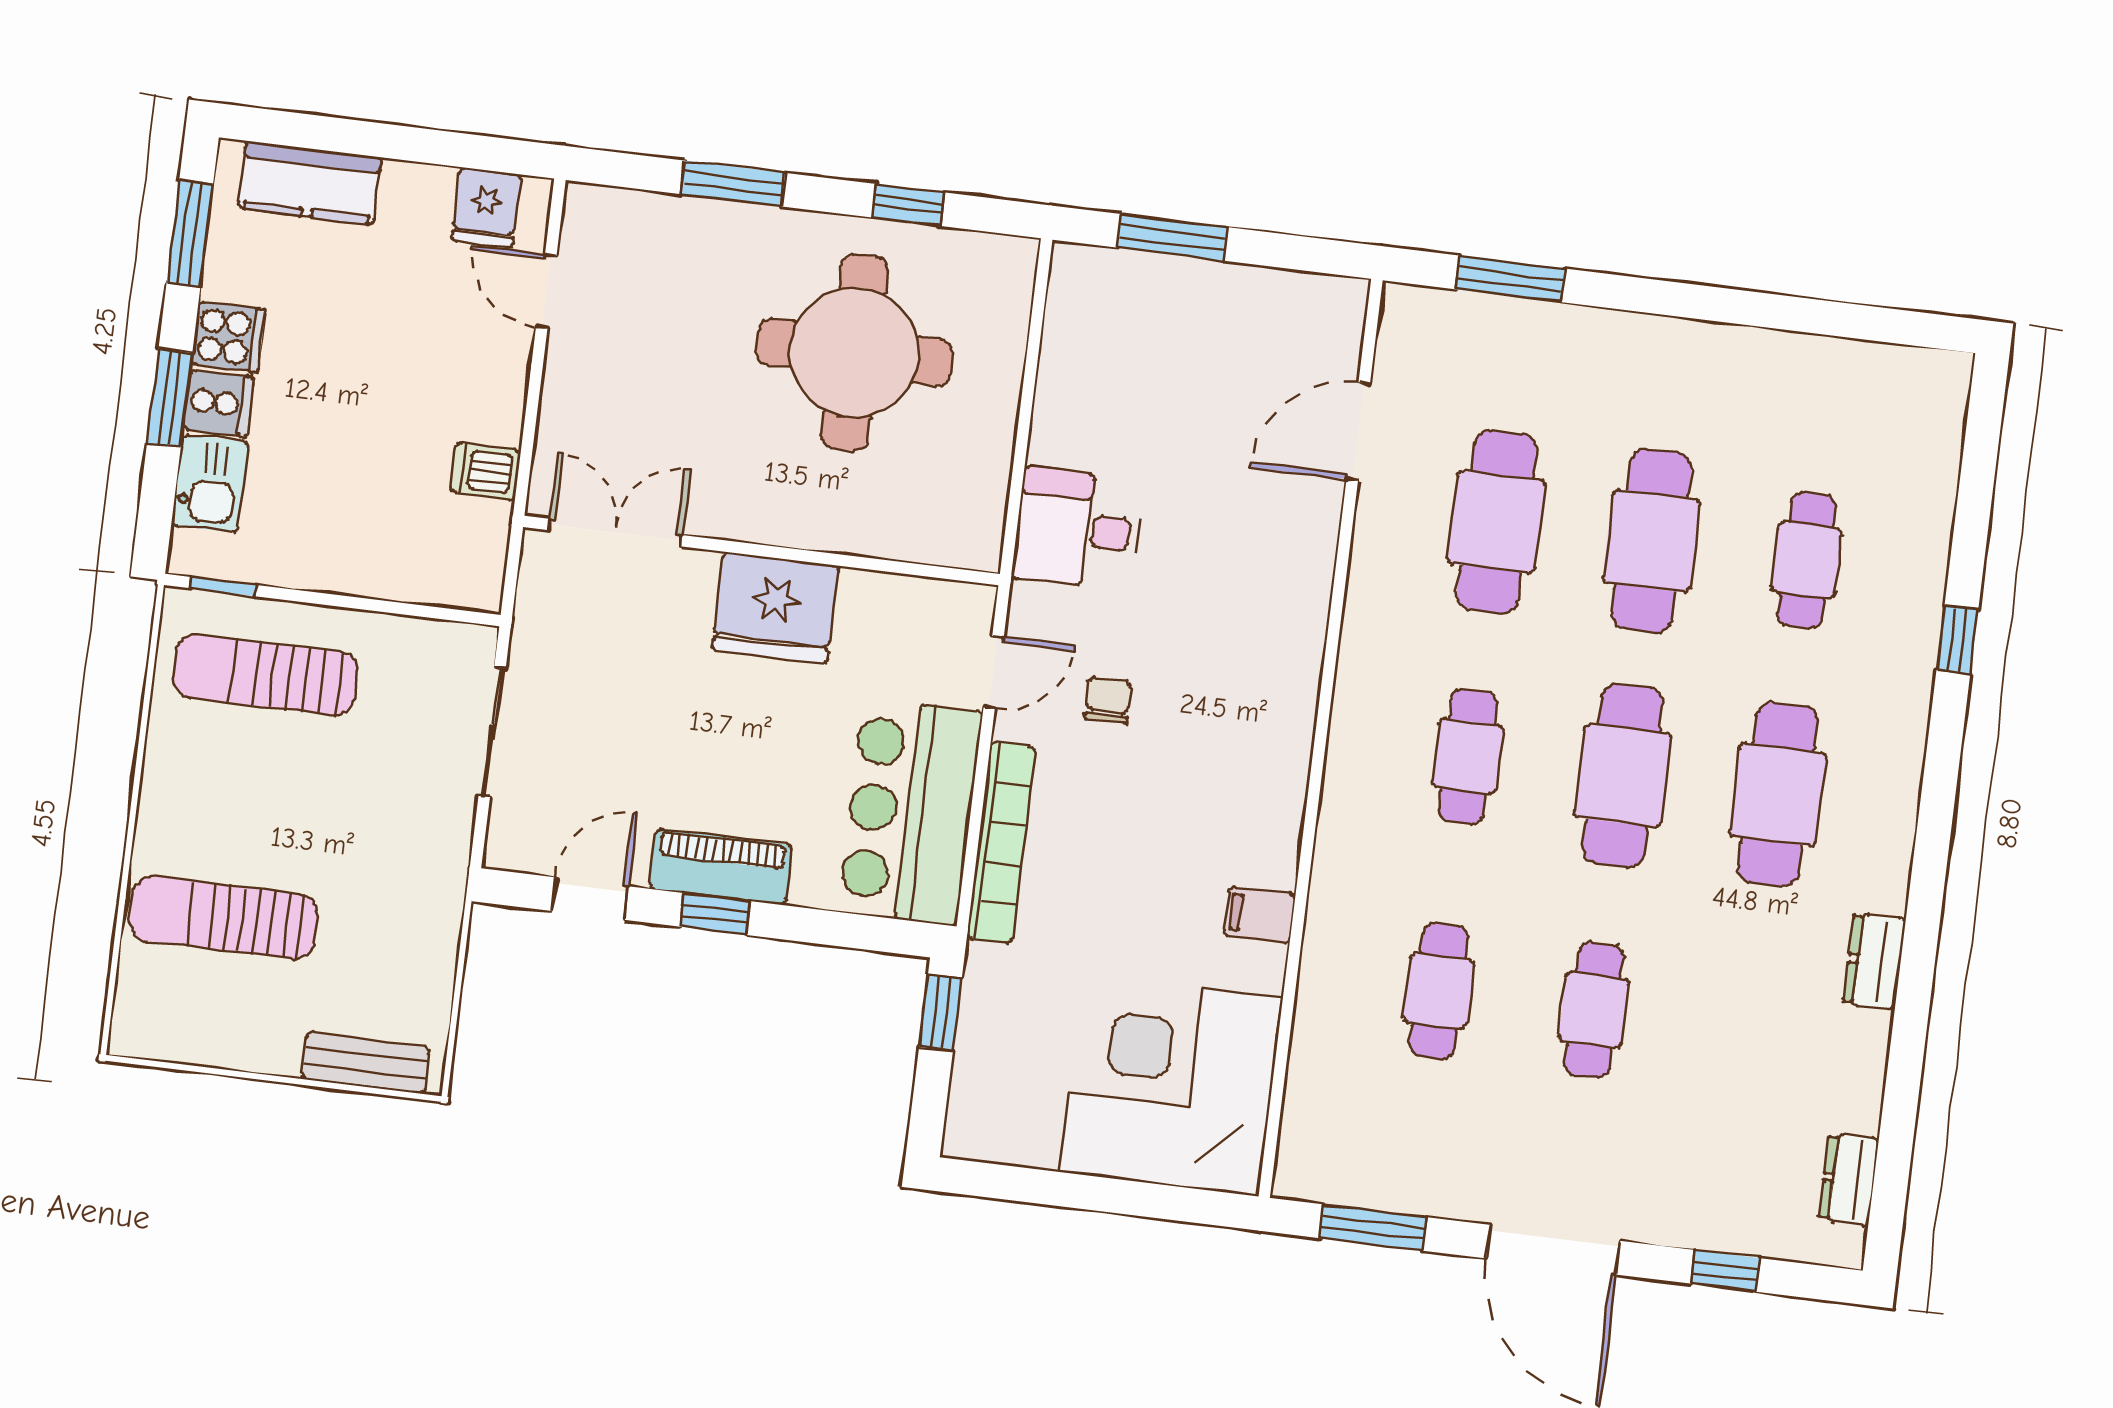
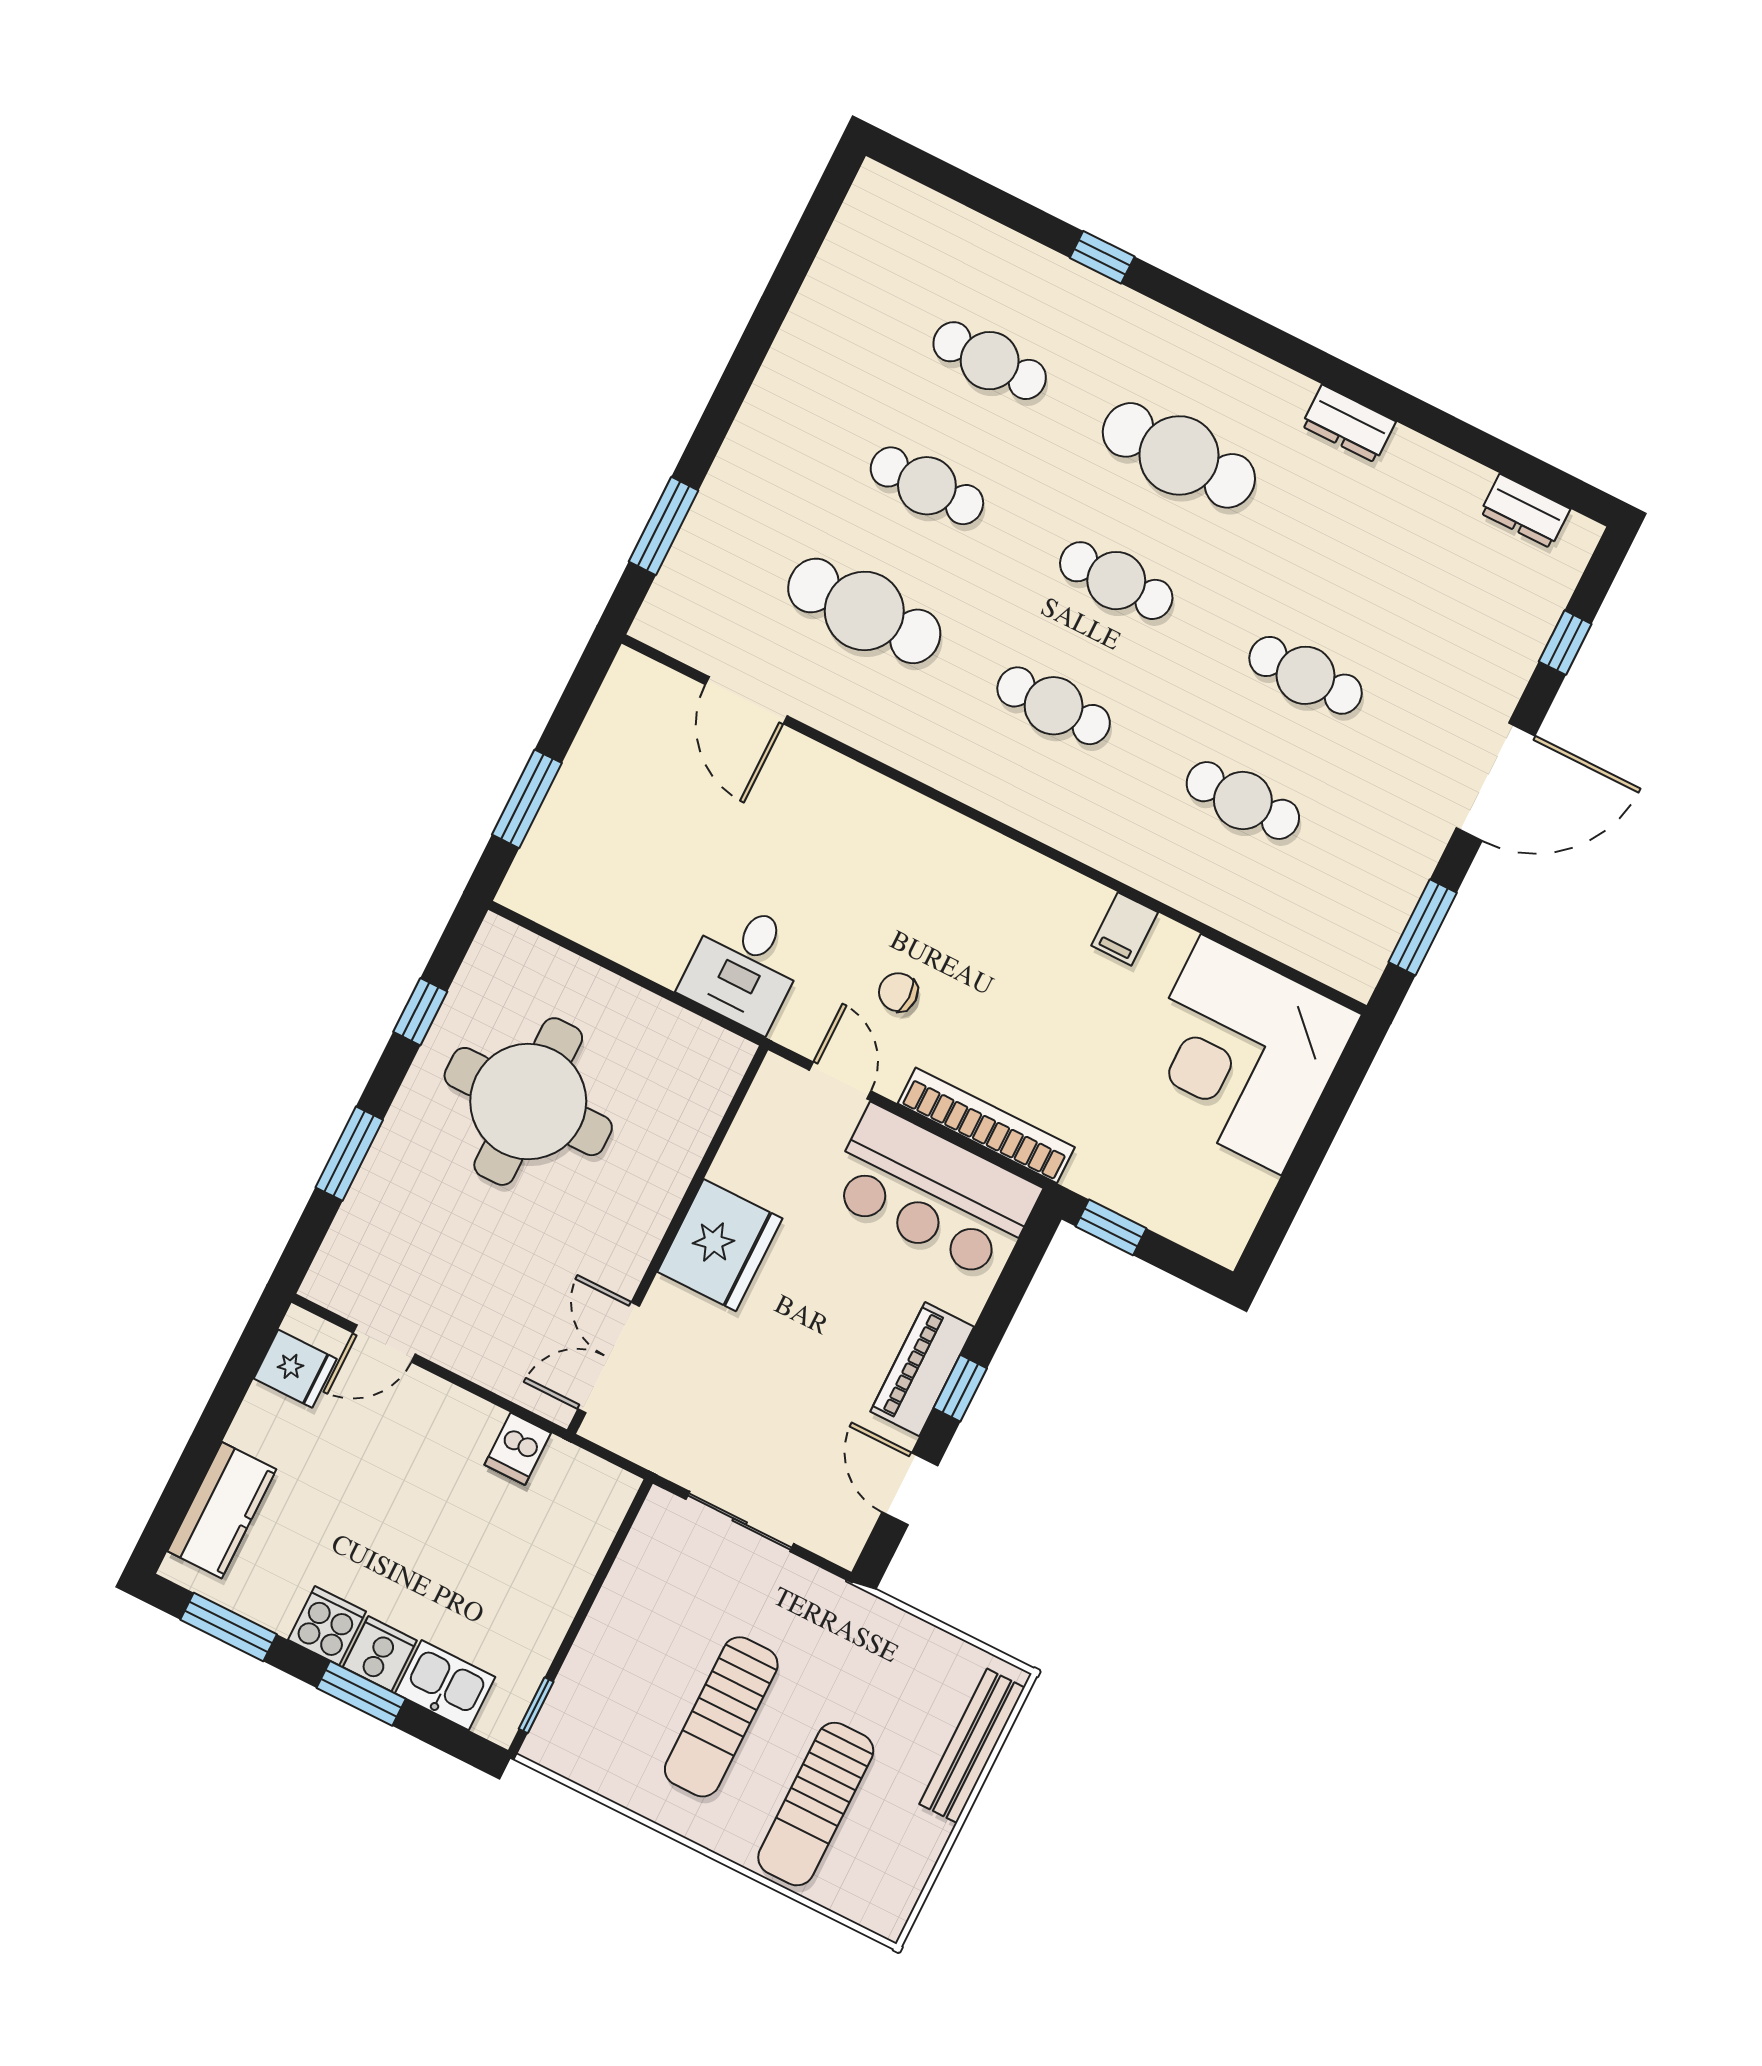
cafe table: (1651, 541) -> (927, 486), width x0.73, depth x0.74
sun lounger: (265, 675) -> (721, 1717), moved
cafe table: (1623, 775) -> (1116, 581), width x0.73, depth x0.74
bench: (366, 1063) -> (972, 1746), width x1.36

